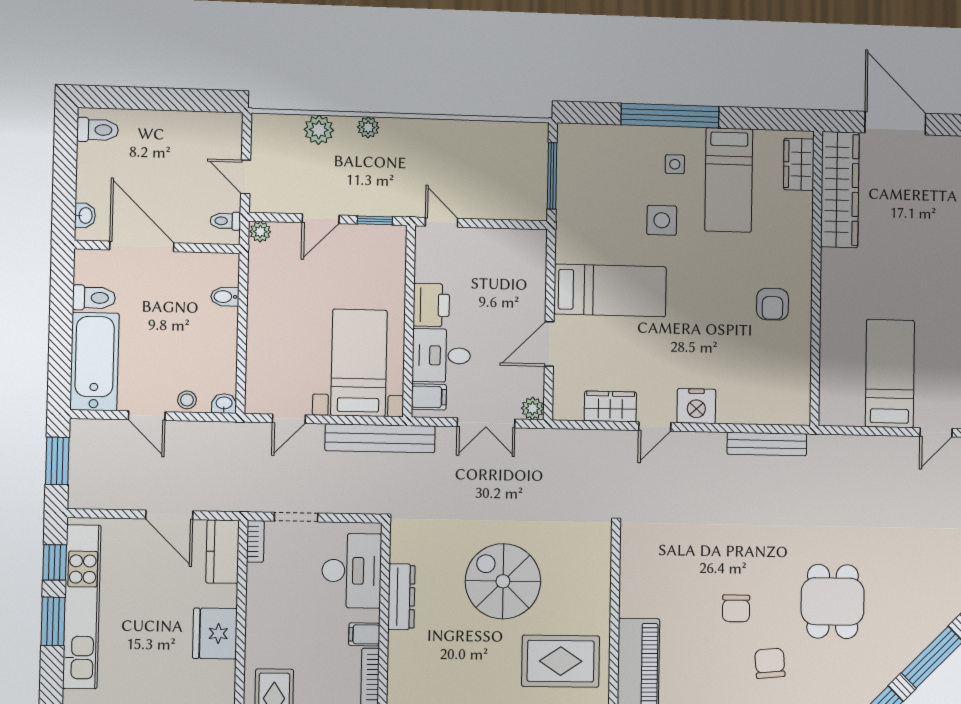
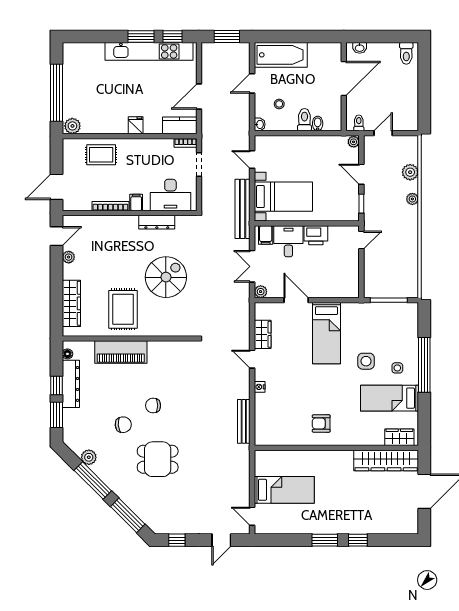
toilet: (94, 298) -> (304, 120), moved, turned 180
stool: (187, 400) -> (279, 104), moved
nightstand: (696, 406) -> (260, 387), width x0.53, depth x0.56
fridge: (215, 633) -> (136, 125), width x0.53, depth x0.75

